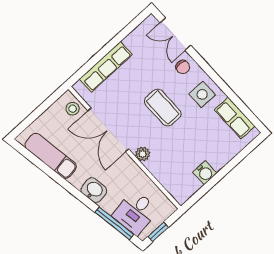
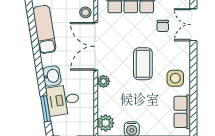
chair: (183, 67) -> (163, 26), moved
plant: (177, 188) -> (106, 123), added
desk: (135, 212) -> (63, 100), moved
window: (114, 223) -> (46, 109), width x0.69

